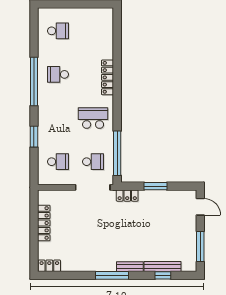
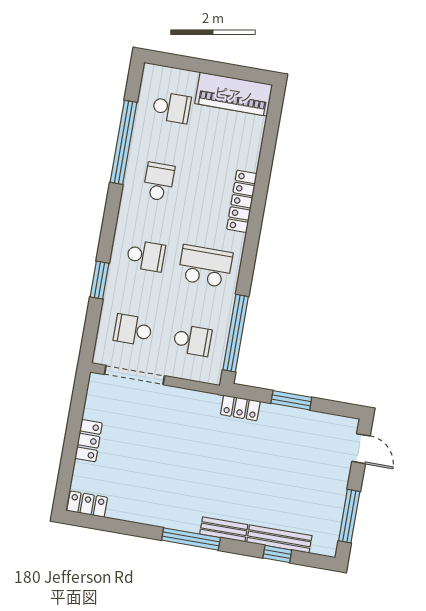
piano: (92, 17) -> (234, 94), added
school desk: (58, 74) -> (159, 182), turned 90
window: (34, 81) -> (123, 142), moved
school desk: (58, 118) -> (146, 256), added
school desk: (58, 162) -> (133, 330), turned 180
doorway: (93, 187) -> (134, 375), moved
locker: (44, 223) -> (89, 441), width x0.66

